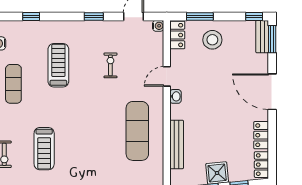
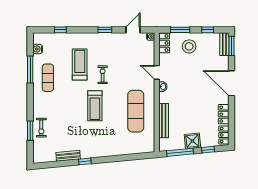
window: (254, 17) -> (208, 30), moved
exercise bike: (110, 65) -> (103, 75), moved
door: (167, 76) -> (157, 72), hinge flipped
treadmill: (44, 149) -> (95, 106), moved

